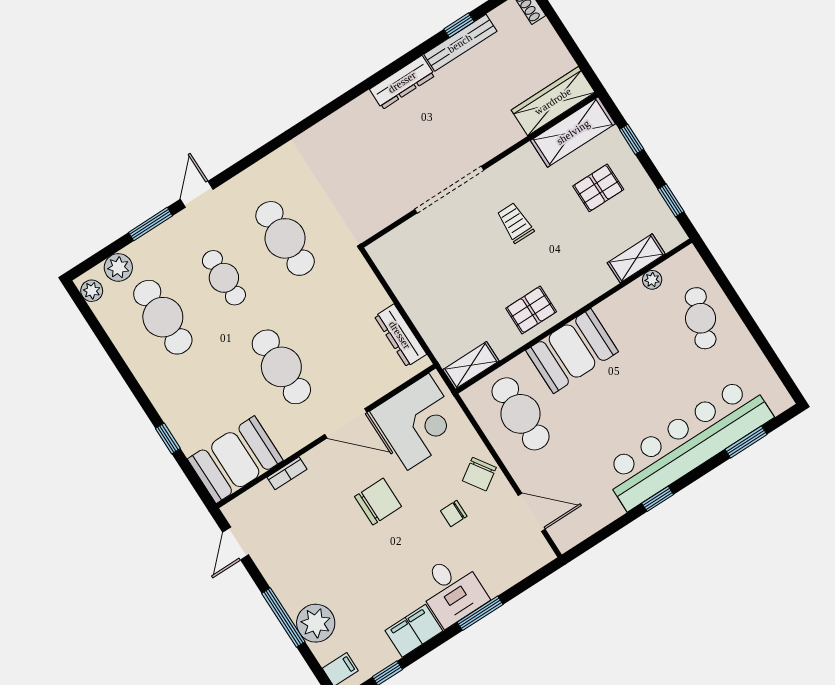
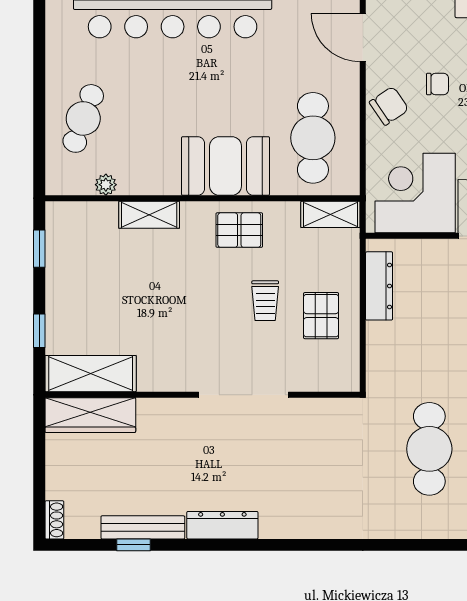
pallet: (598, 188) -> (321, 316), moved, turned 90
trolley: (515, 223) -> (265, 301), moved
shelving: (636, 258) -> (149, 215), moved

